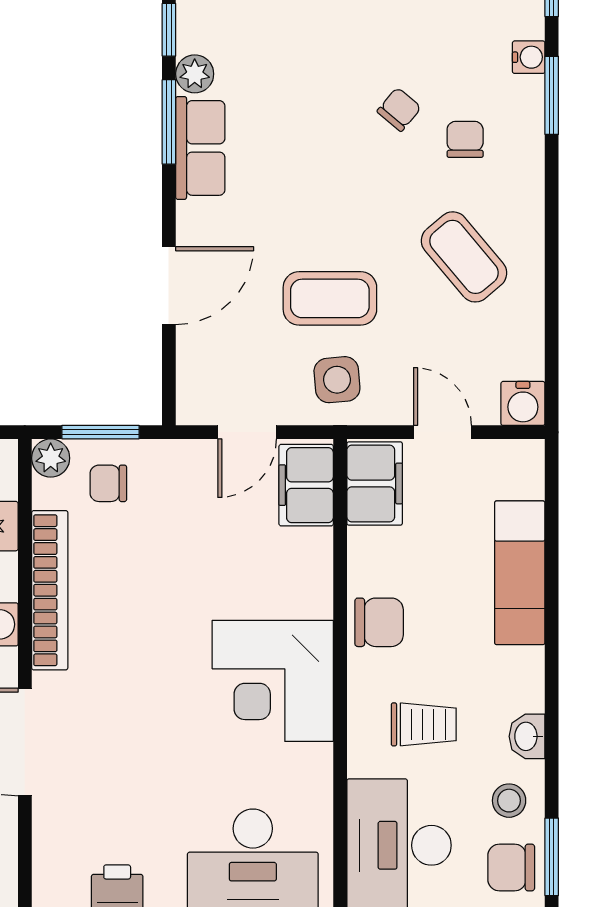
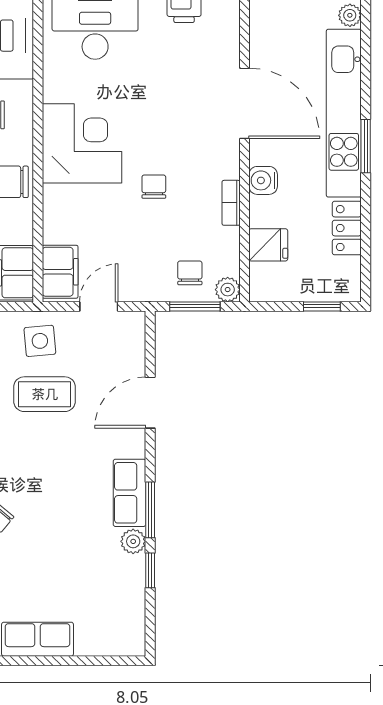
chair: (108, 483) -> (190, 273), turned -90
bookcase: (50, 590) -> (231, 203), width x0.43, depth x0.76
chair: (163, 615) -> (154, 187), added

